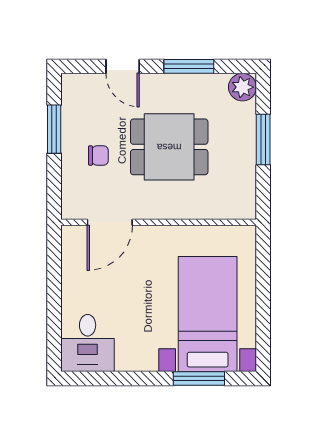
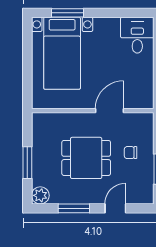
door: (123, 66) -> (115, 208), hinge flipped
door: (110, 222) -> (110, 111), moved

